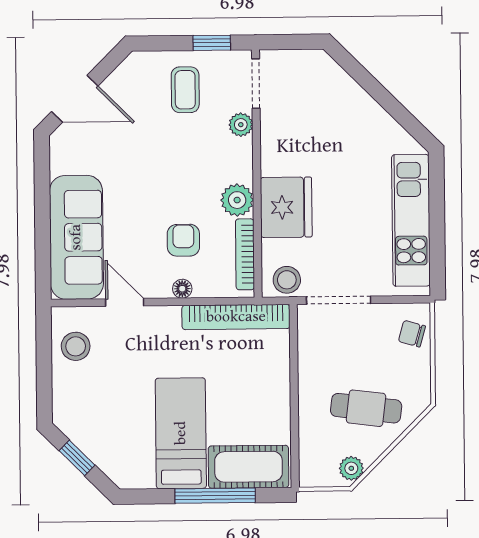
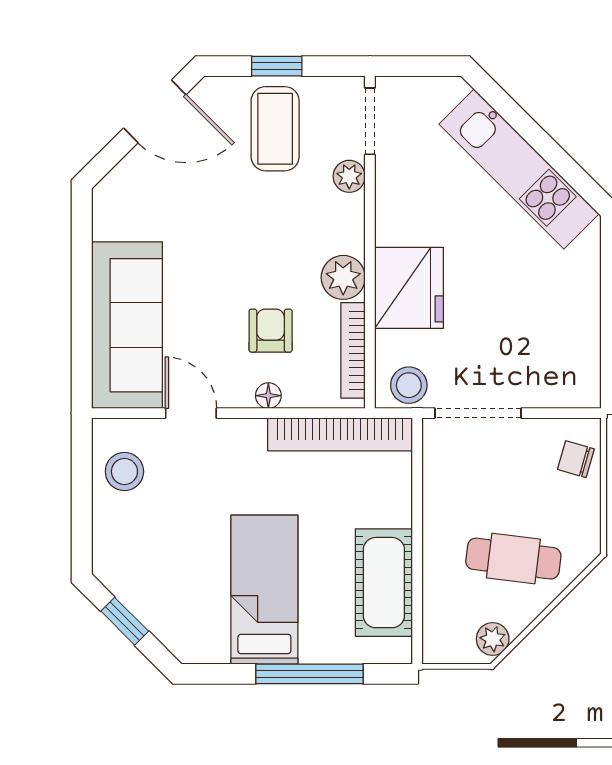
window: (212, 43) -> (277, 66), moved
coffee table: (185, 90) -> (275, 129), width x1.36, depth x1.30
door: (75, 99) -> (155, 111), moved
kitchen unit: (411, 220) -> (519, 169), moved, turned -45
cot: (248, 467) -> (384, 583), moved, turned 90

